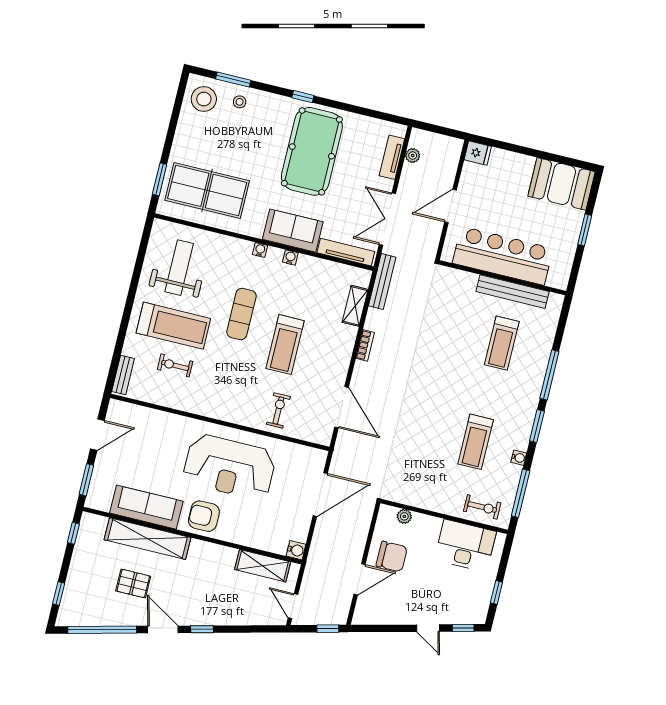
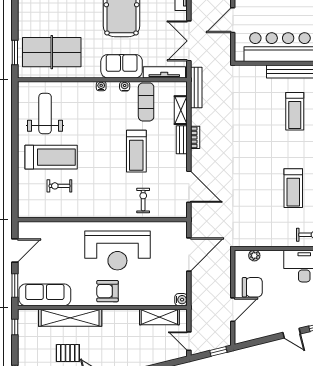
exercise mat: (241, 314) -> (146, 102), moved
bench: (123, 375) -> (182, 140), moved
sofa: (146, 507) -> (45, 295), moved

